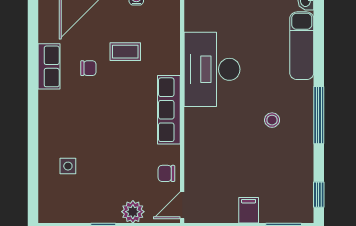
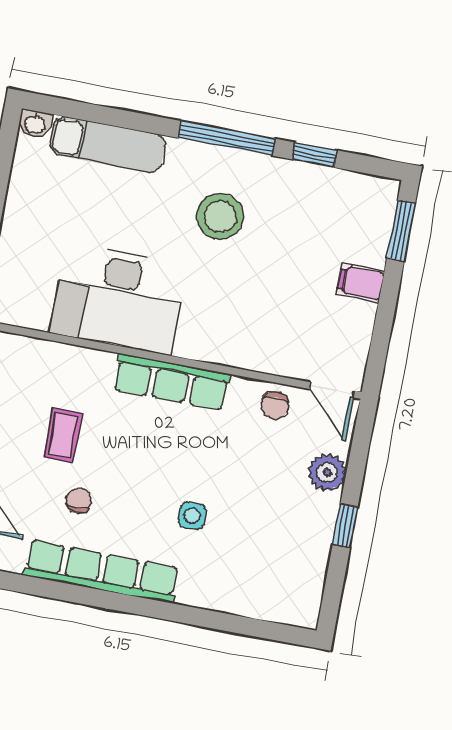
row of seats: (49, 66) -> (101, 572), width x2.02
stool: (272, 120) -> (220, 216), width x1.89, depth x1.89
side table: (68, 166) -> (192, 516), moved
window: (319, 195) -> (315, 155), moved

